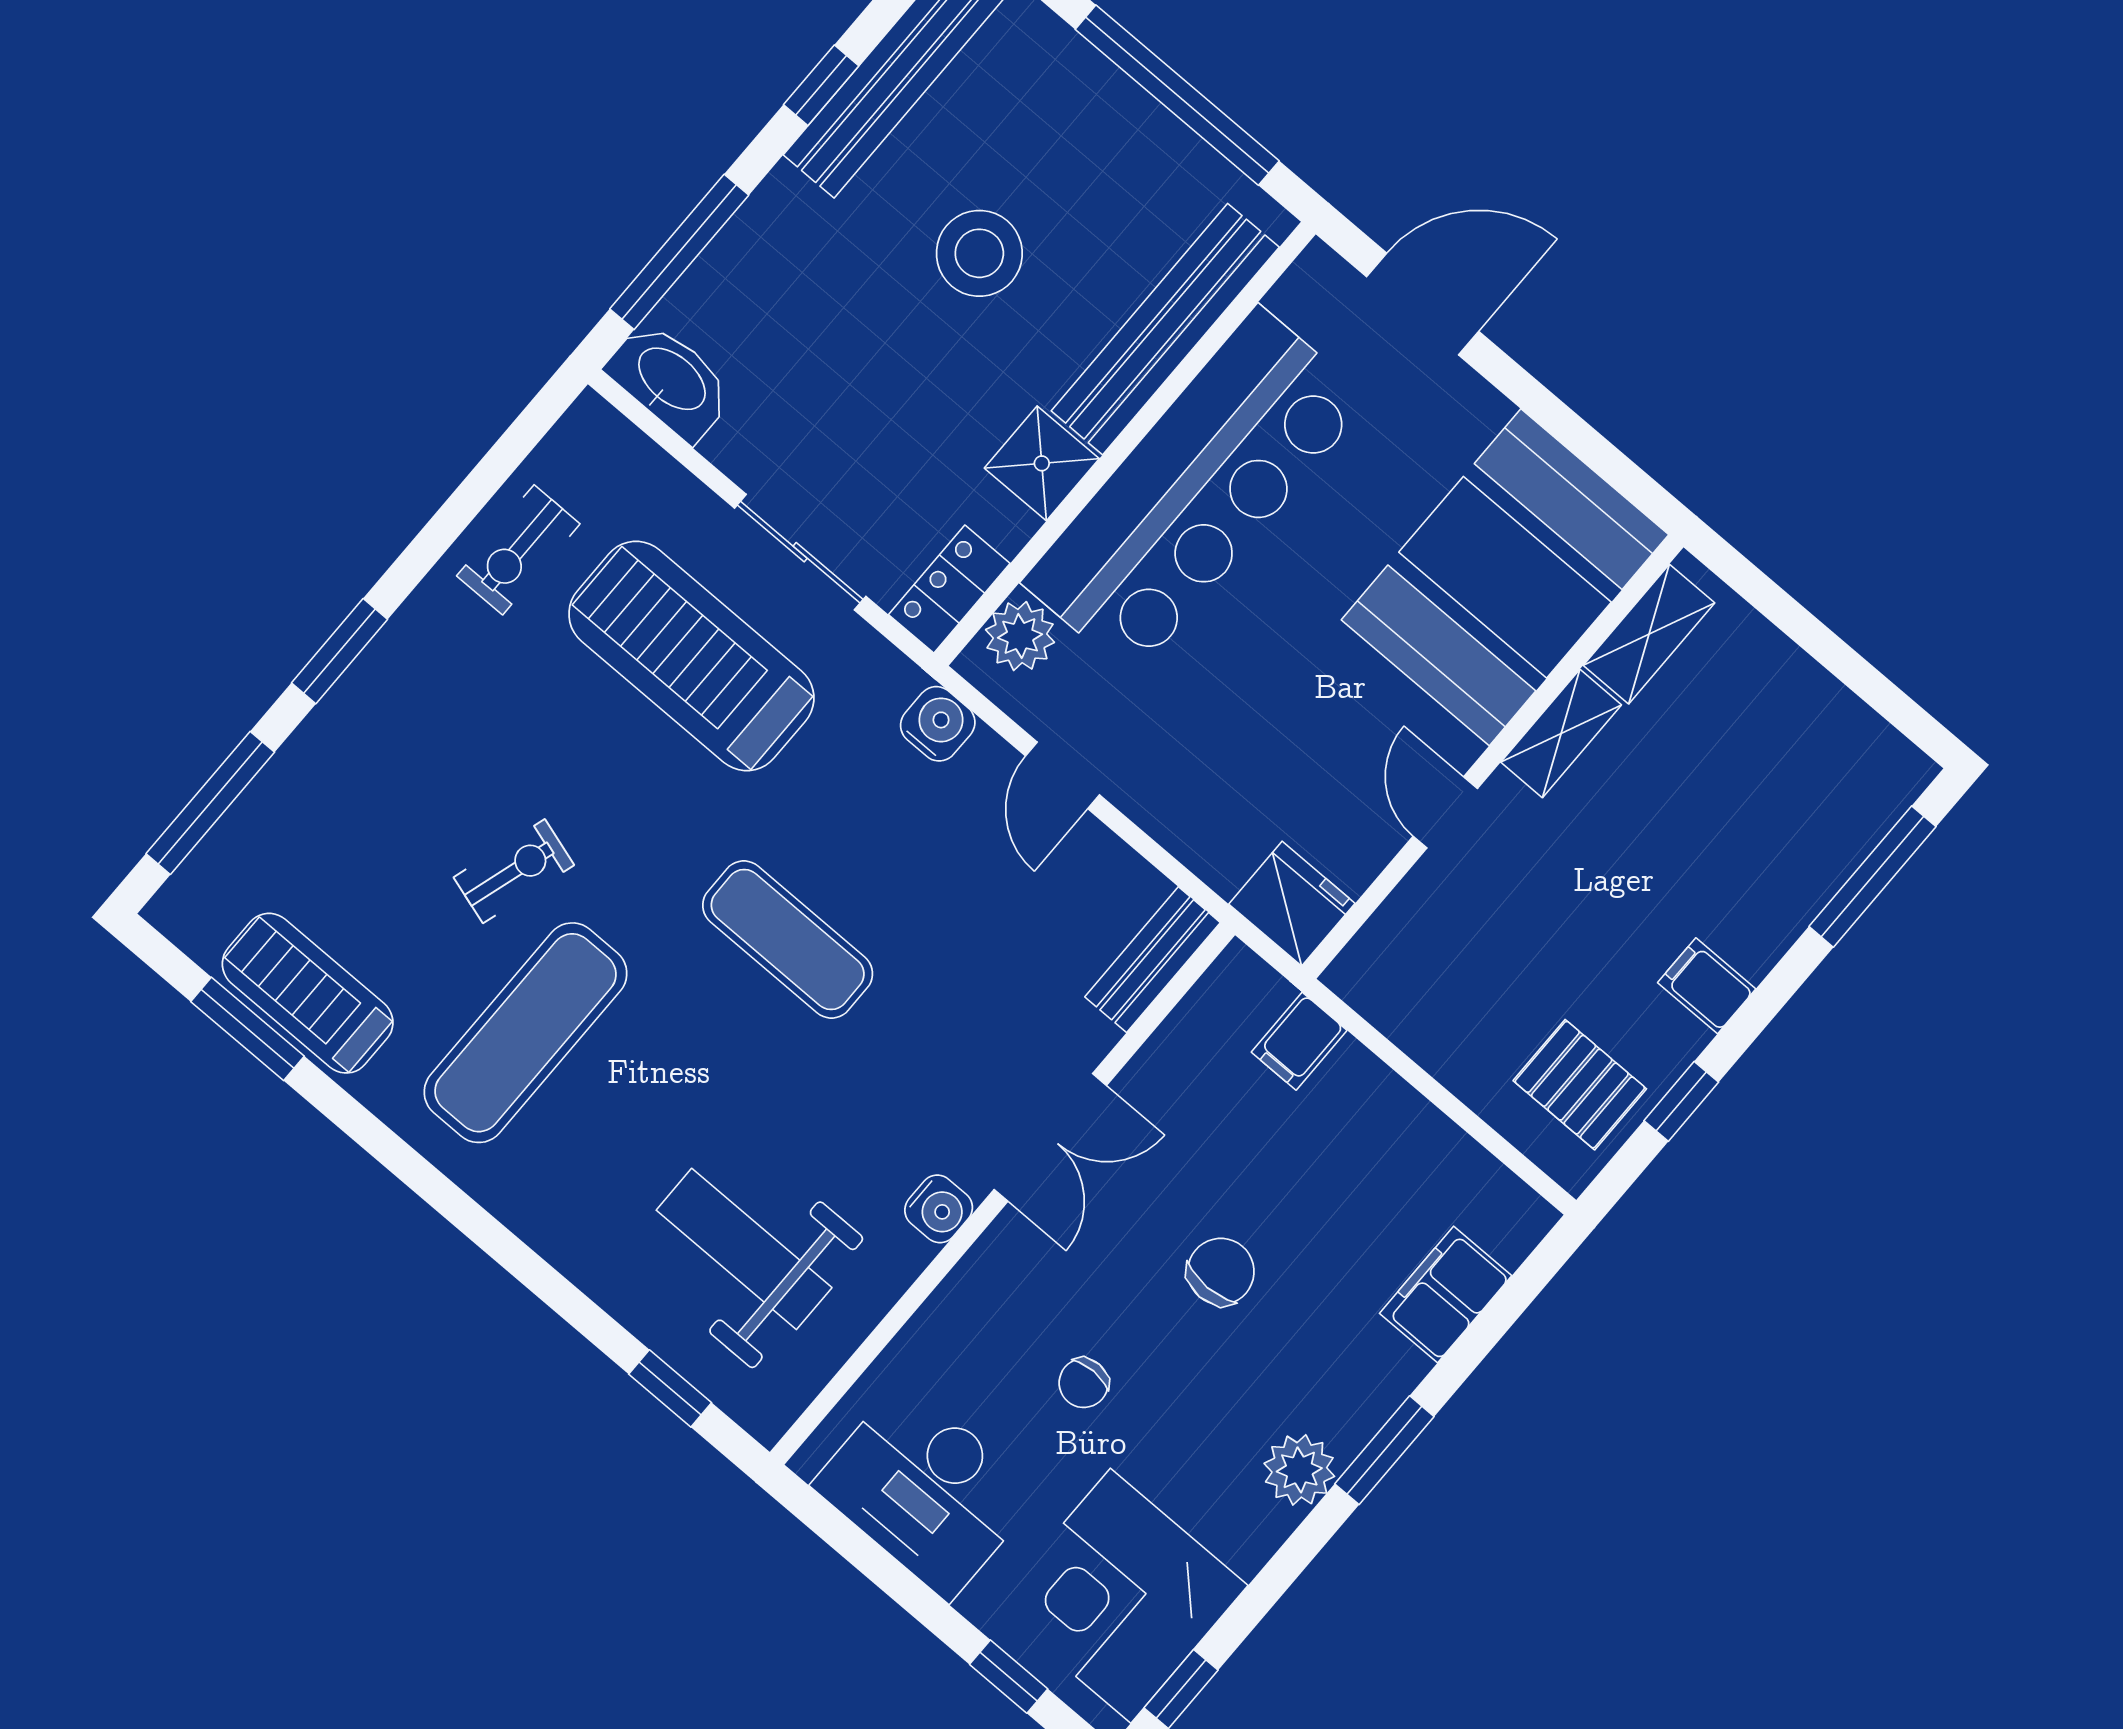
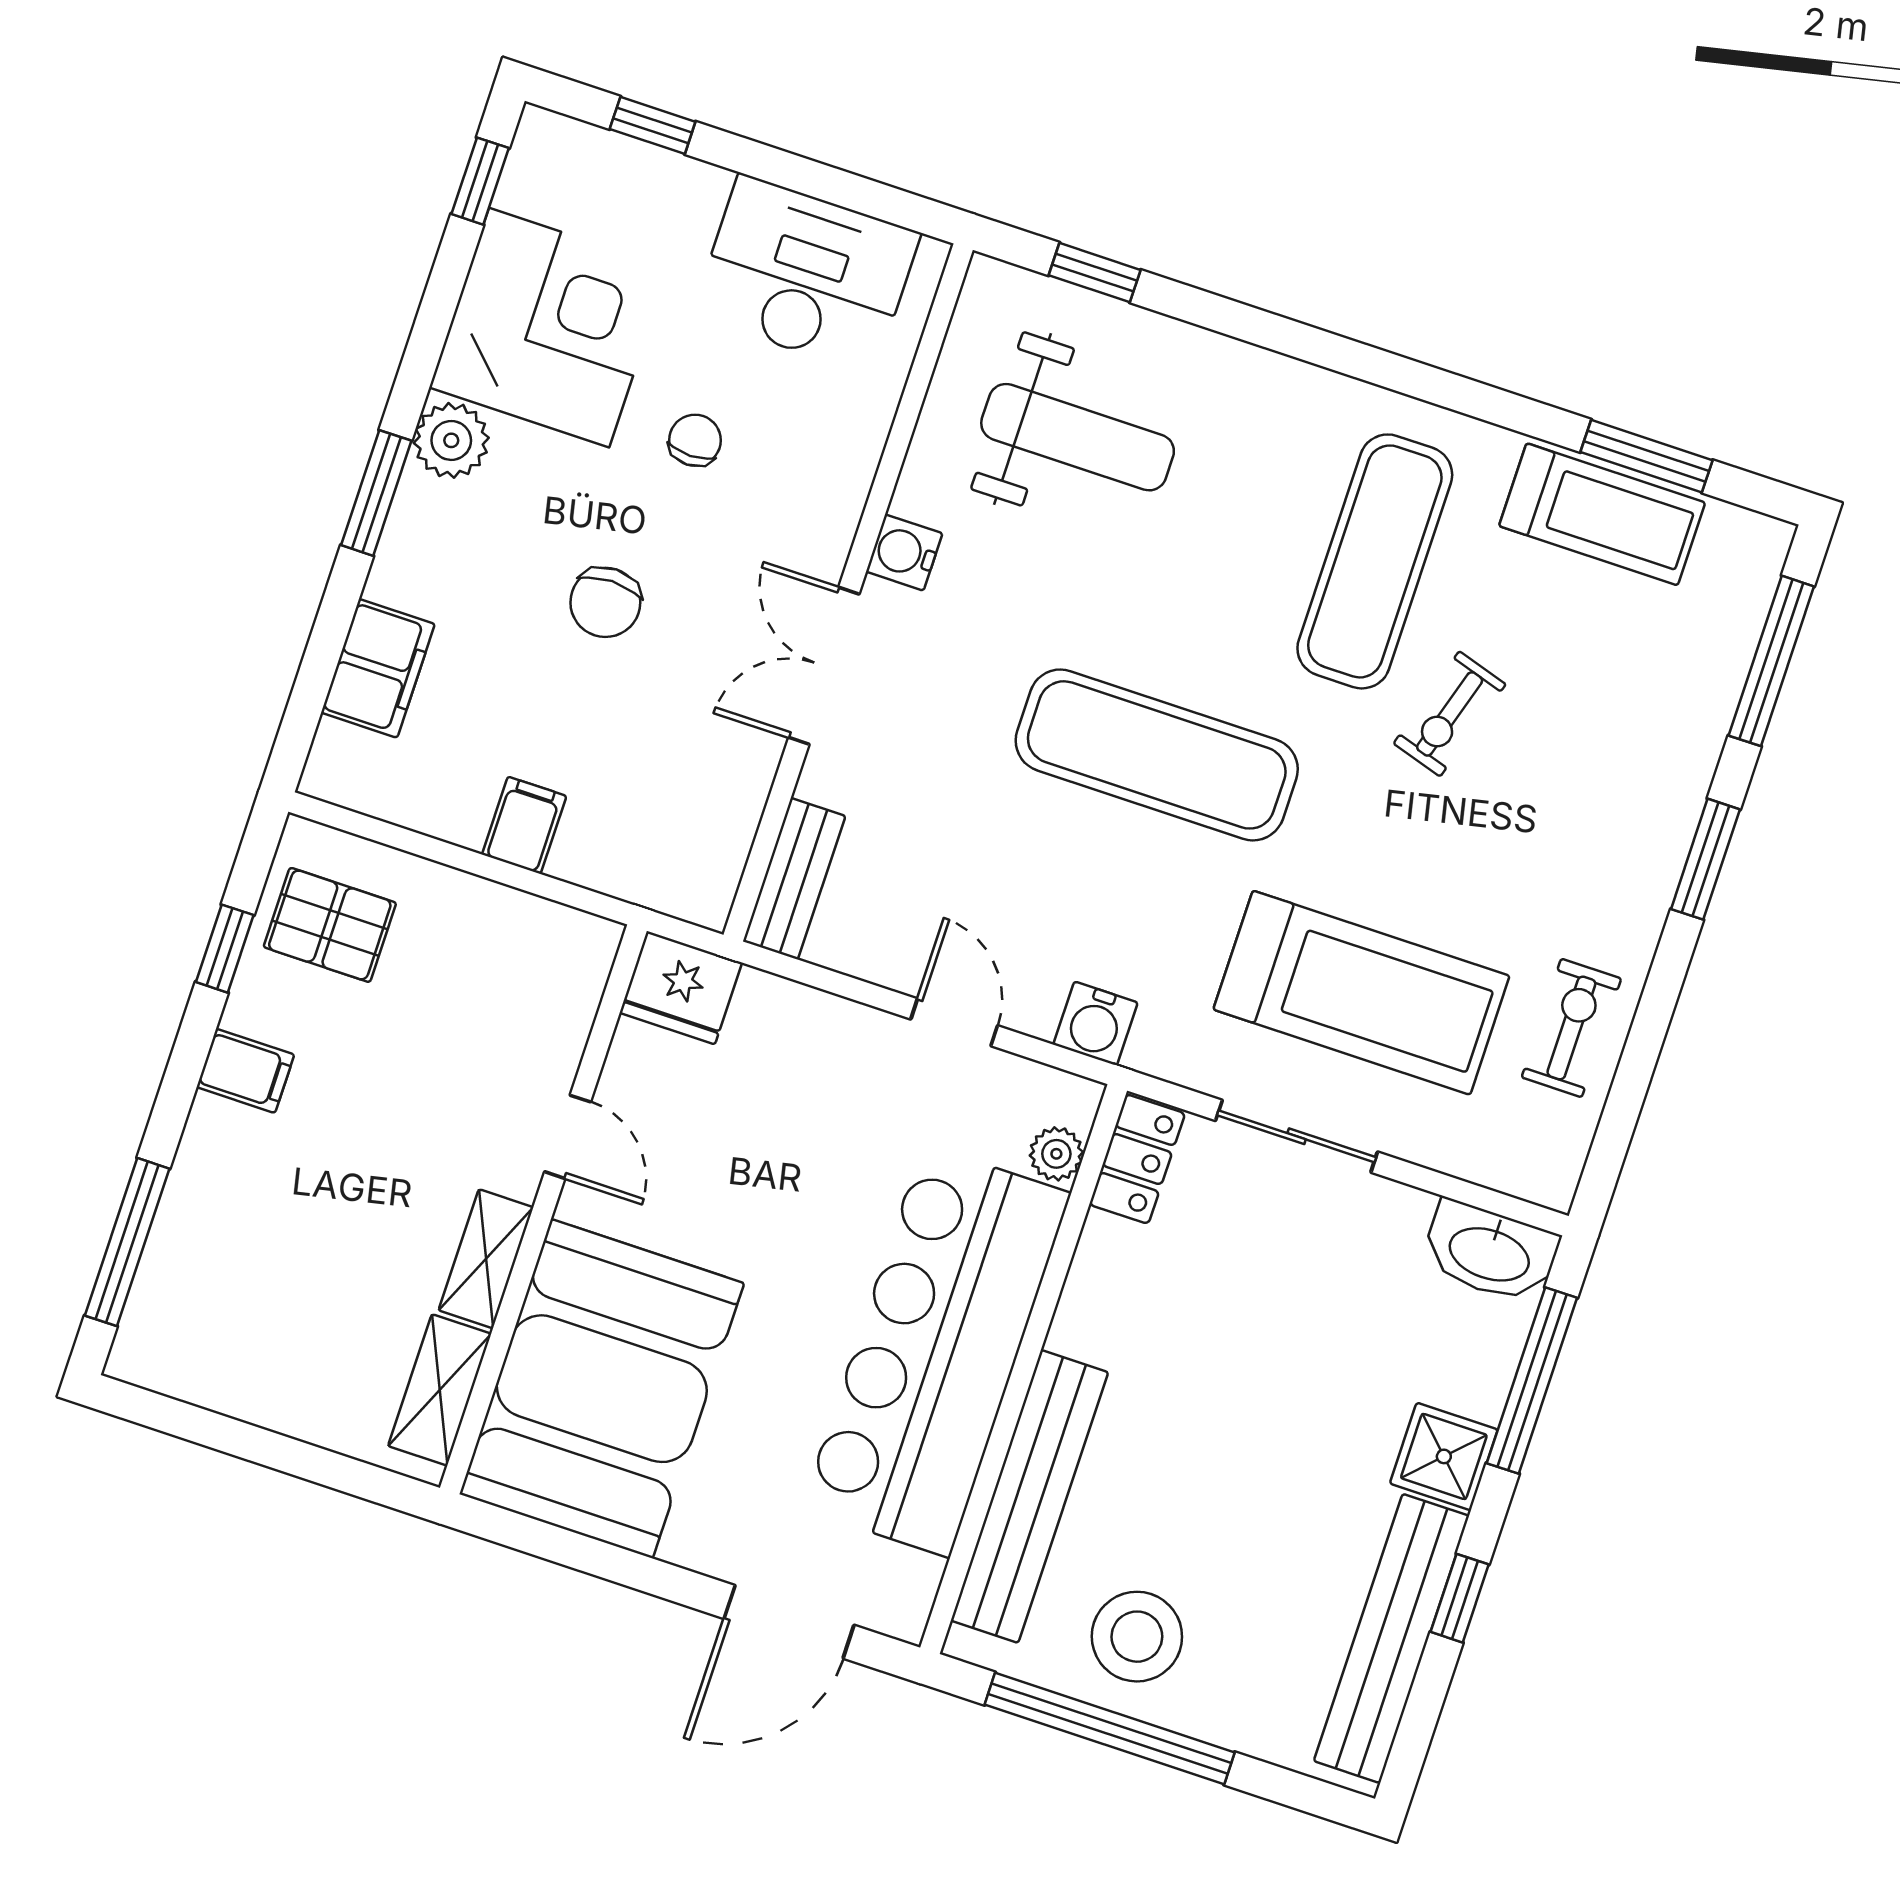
stool: (979, 253) -> (1137, 1637), moved
shower: (1042, 463) -> (1444, 1456), moved
plant: (1020, 636) -> (1056, 1154), width x0.73, depth x0.73
exercise mat: (788, 939) -> (1157, 755), width x1.36, depth x1.45
filing cabinet: (1299, 1041) -> (524, 825), moved
corner desk: (1121, 1596) -> (549, 328), moved

